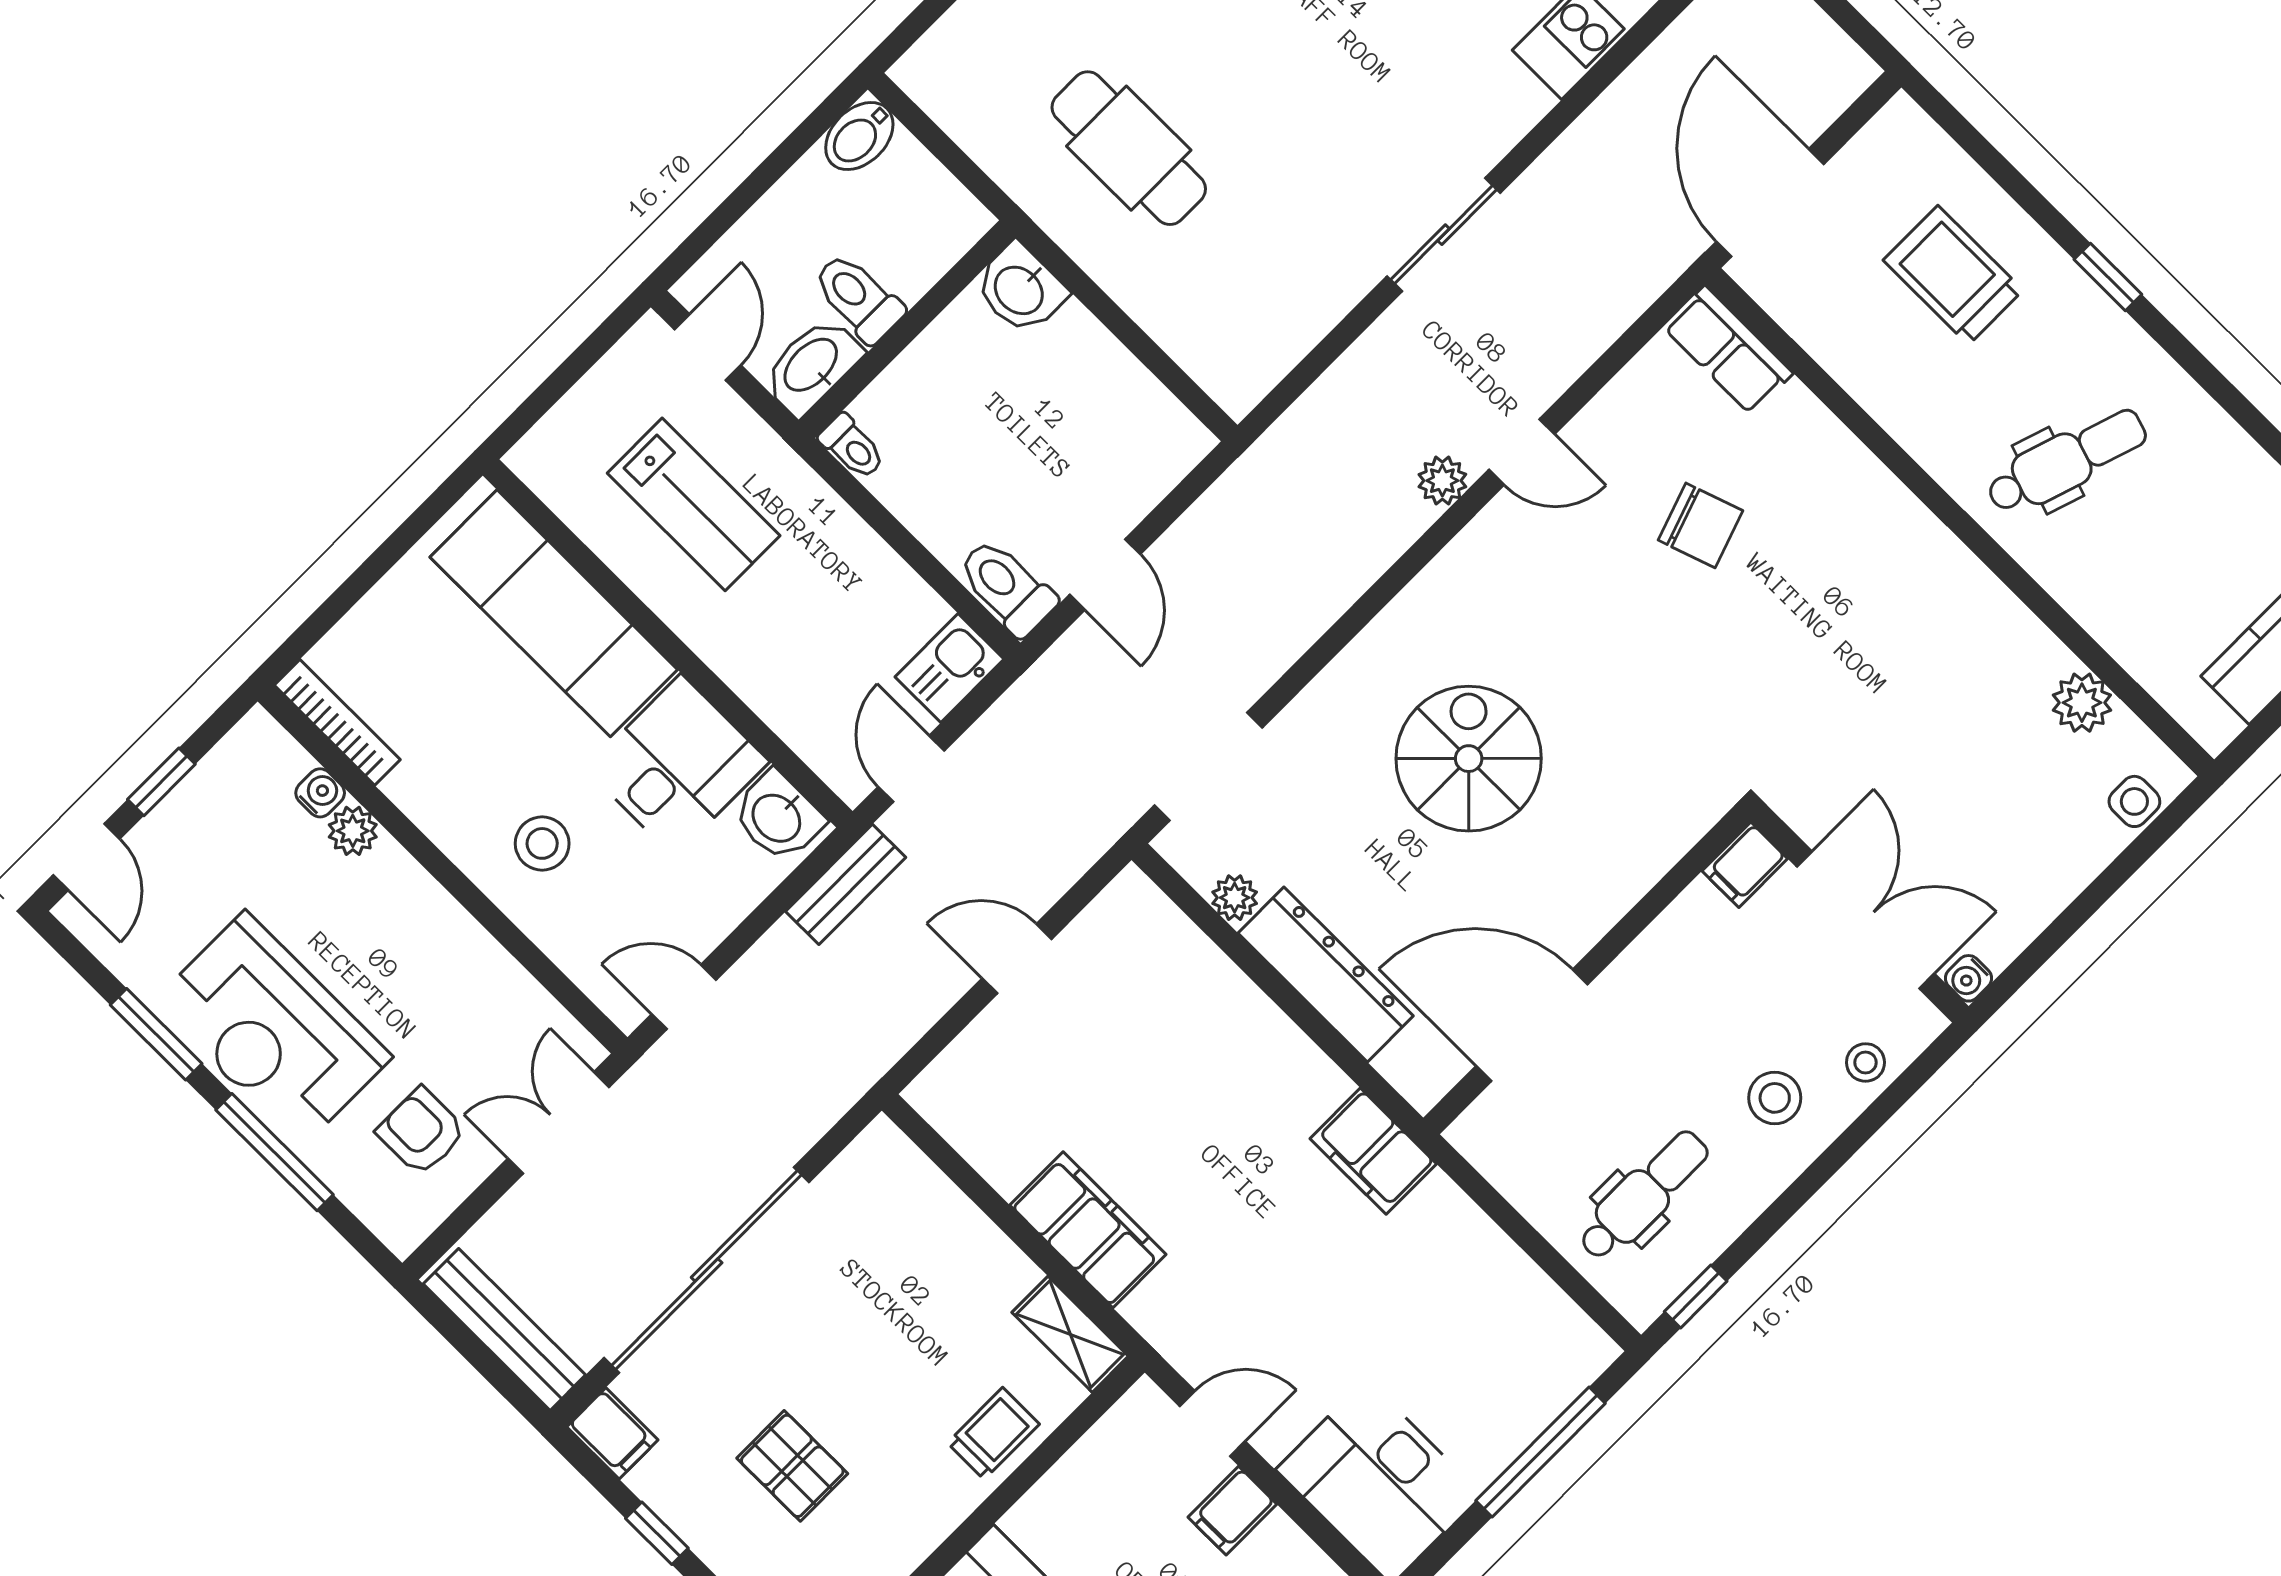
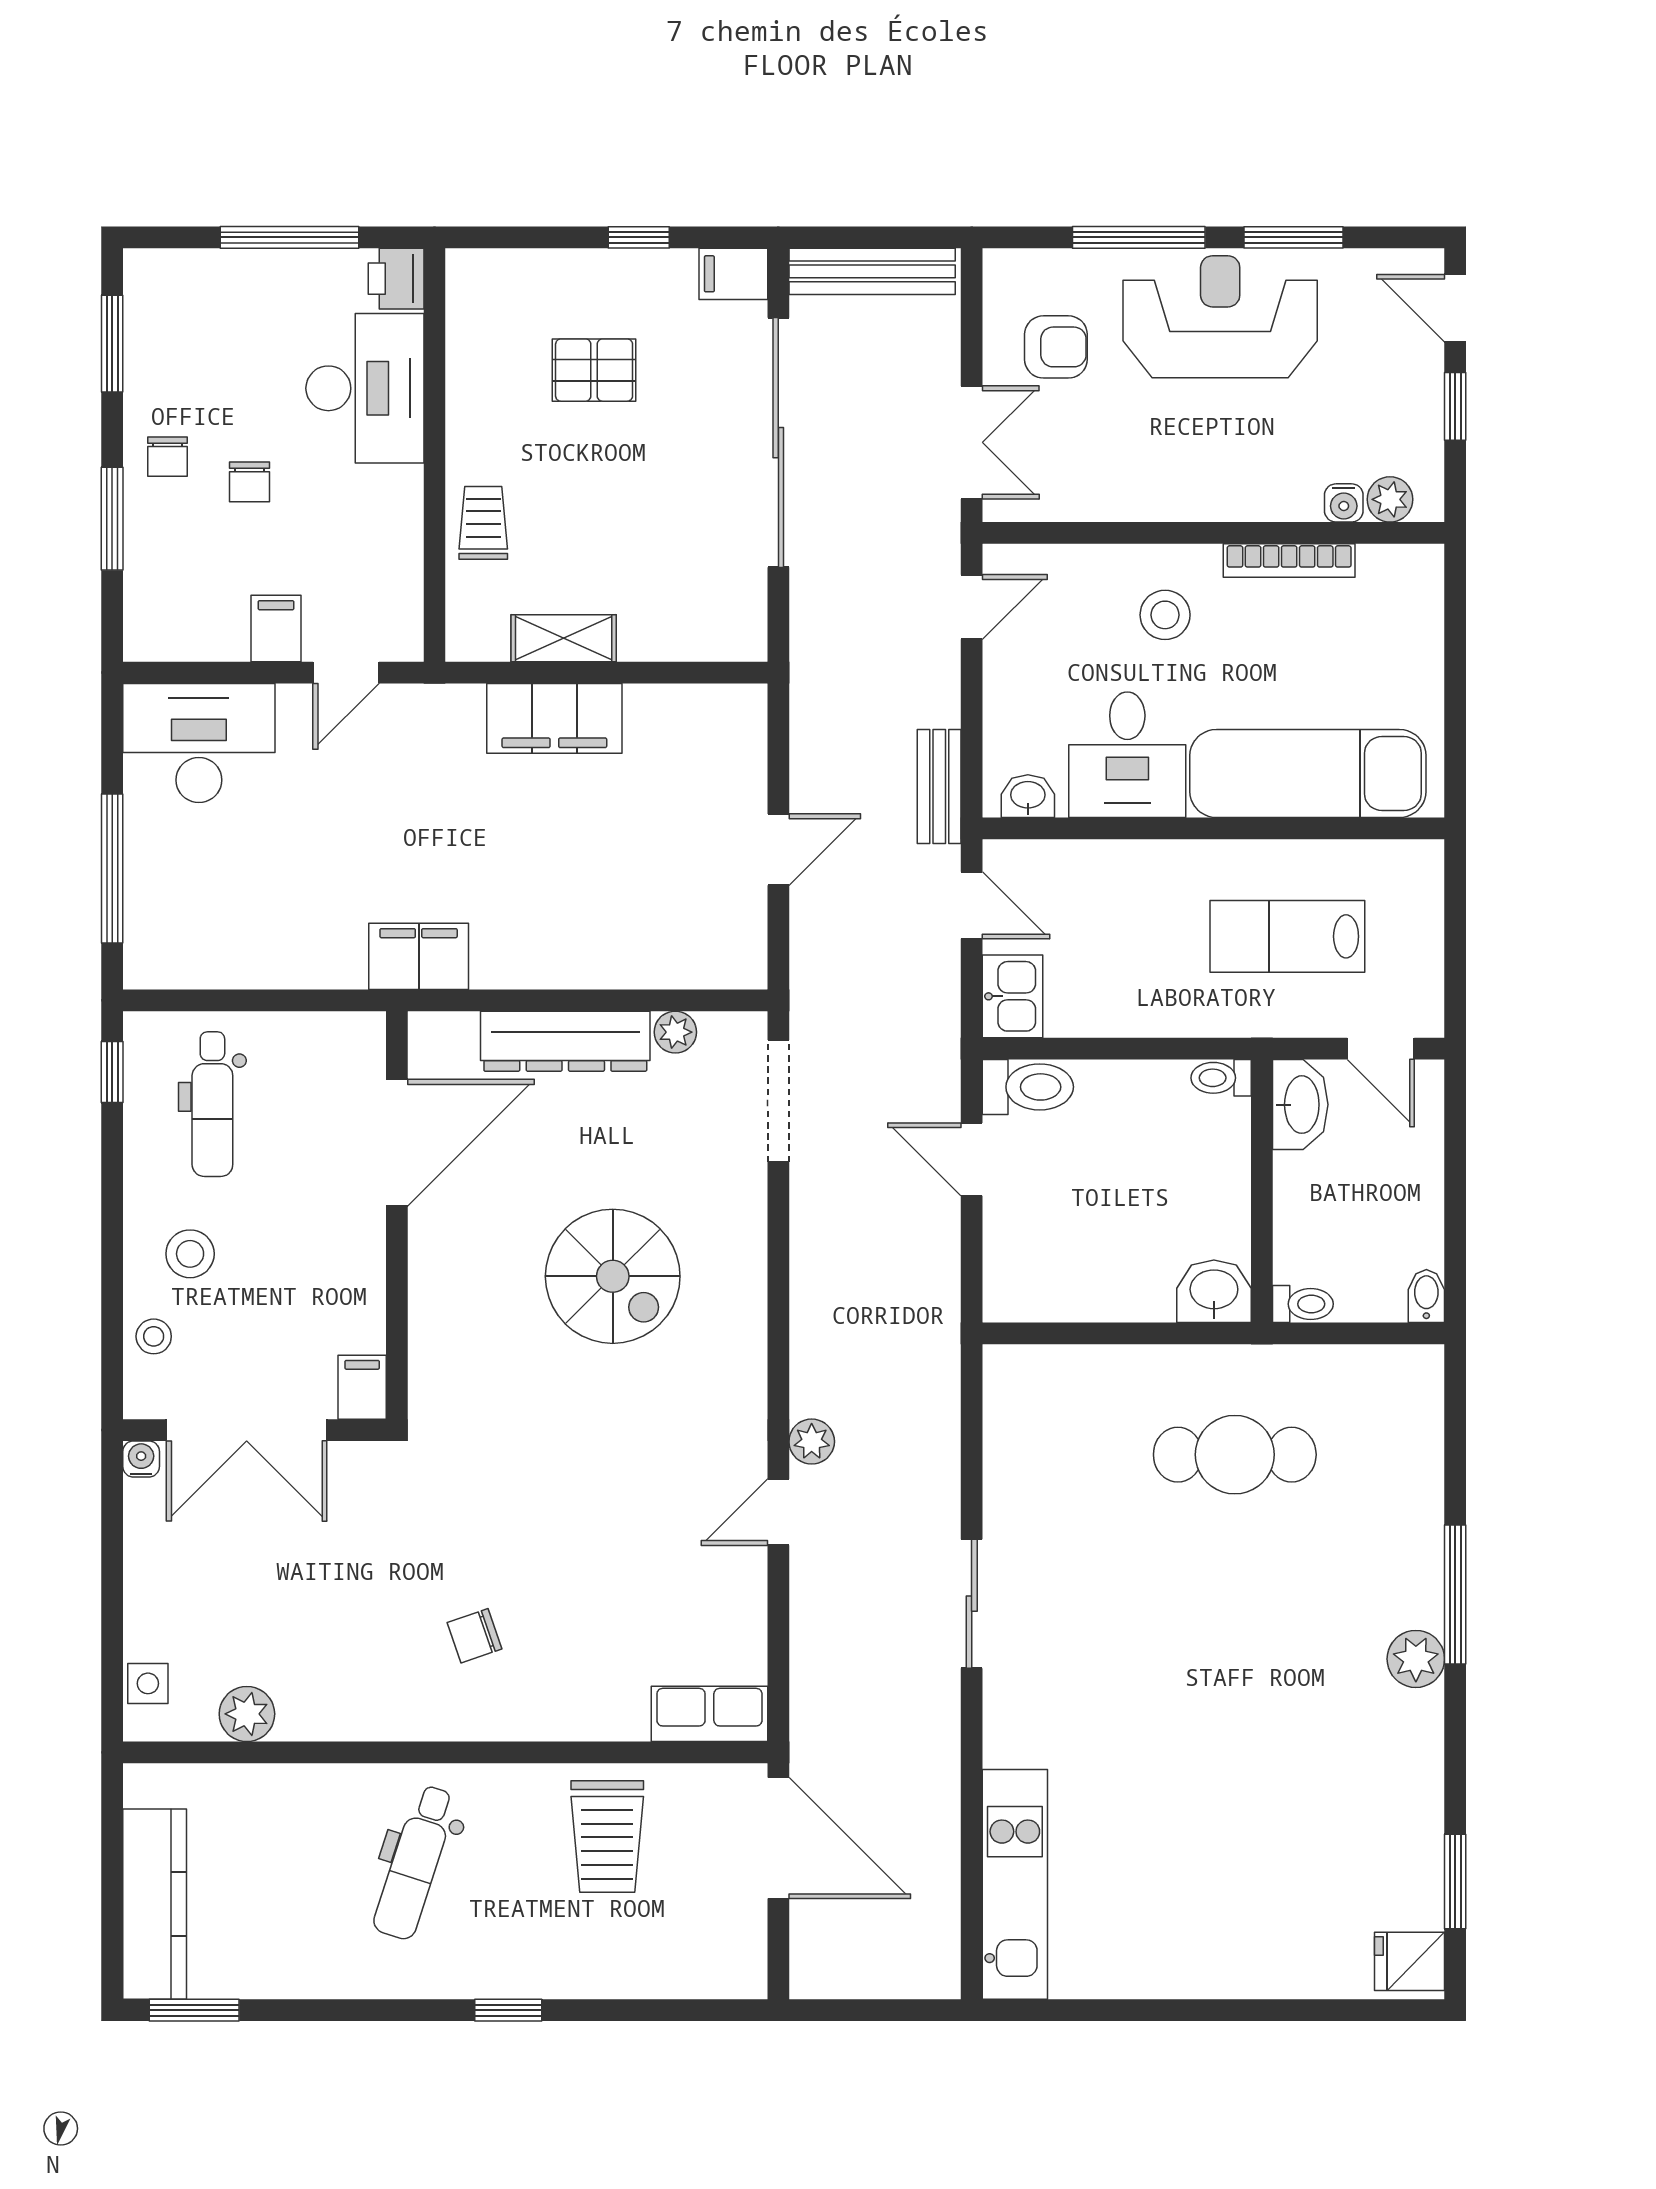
bidet: (859, 136) -> (1426, 1296), width x0.72, depth x0.74
trolley: (1953, 275) -> (607, 1837), moved, turned 90
toilet: (858, 298) -> (1303, 1304), moved, width x0.73, depth x0.72
chair: (1700, 525) -> (474, 1636), moved, width x0.73, depth x0.73
bookcase: (337, 722) -> (1289, 560), moved
washbasin: (778, 817) -> (1028, 796), width x0.72, depth x0.69
plant: (353, 831) -> (1390, 499), moved
shelving: (1070, 1334) -> (564, 638), moved
trolley: (993, 1434) -> (483, 523), turned 180

